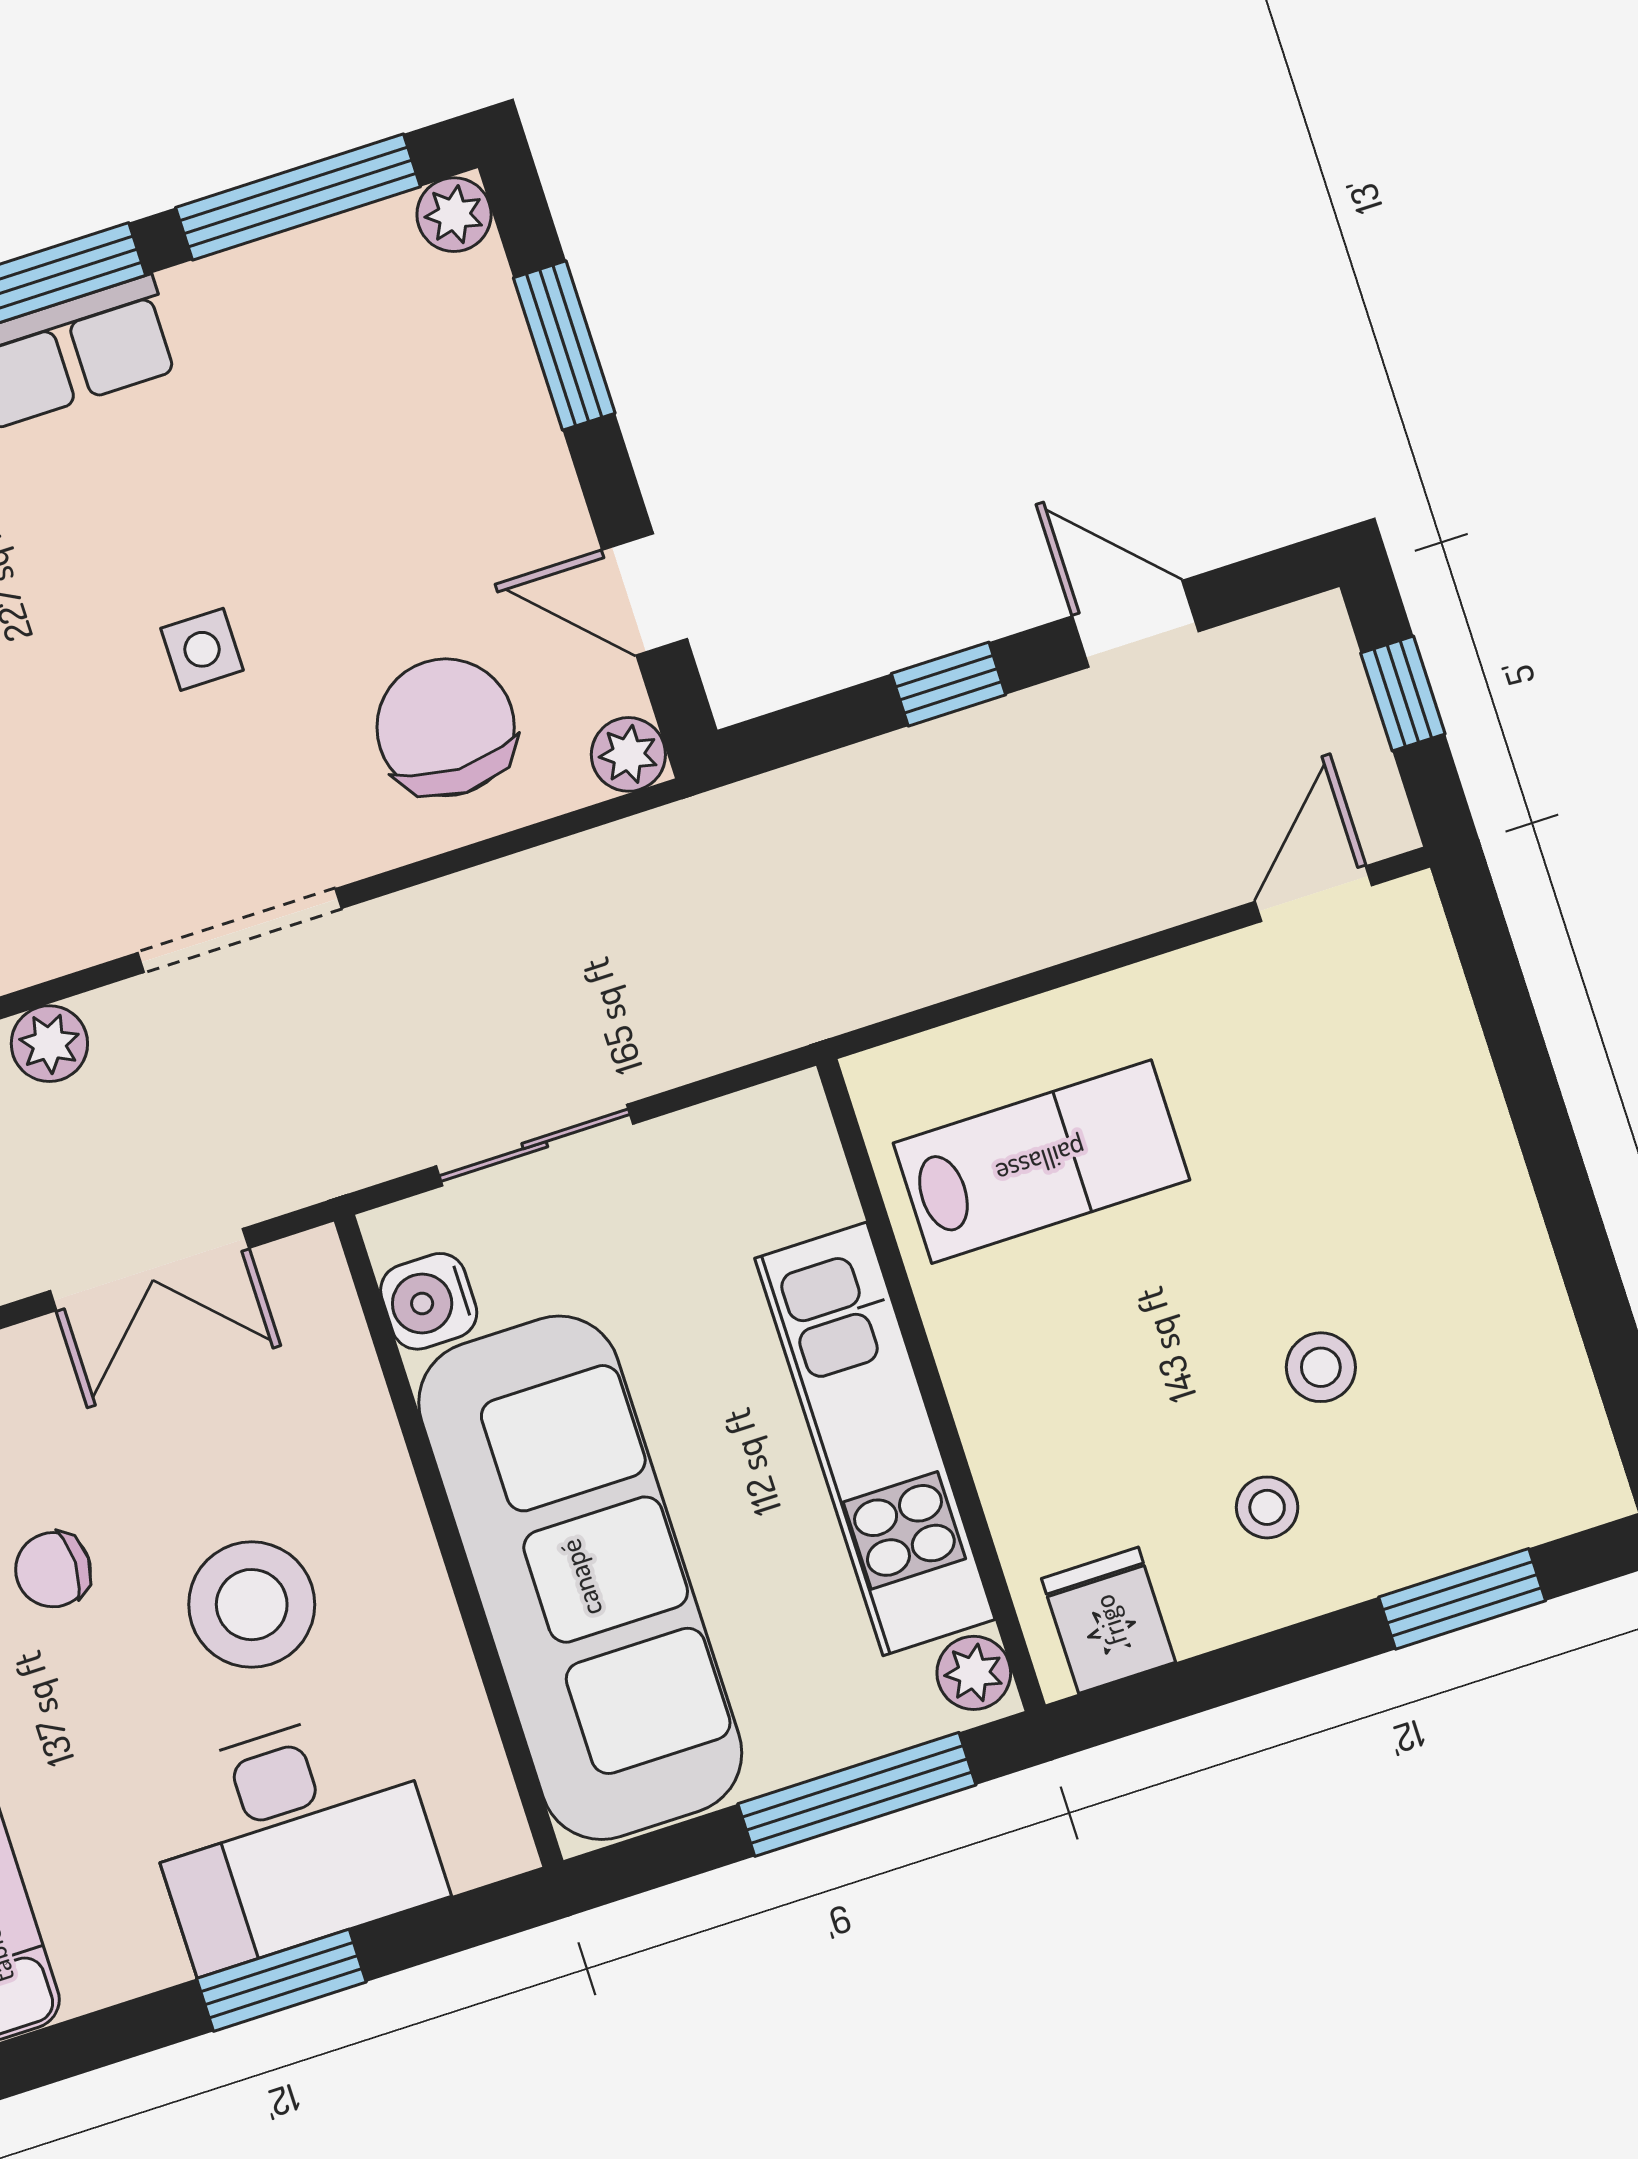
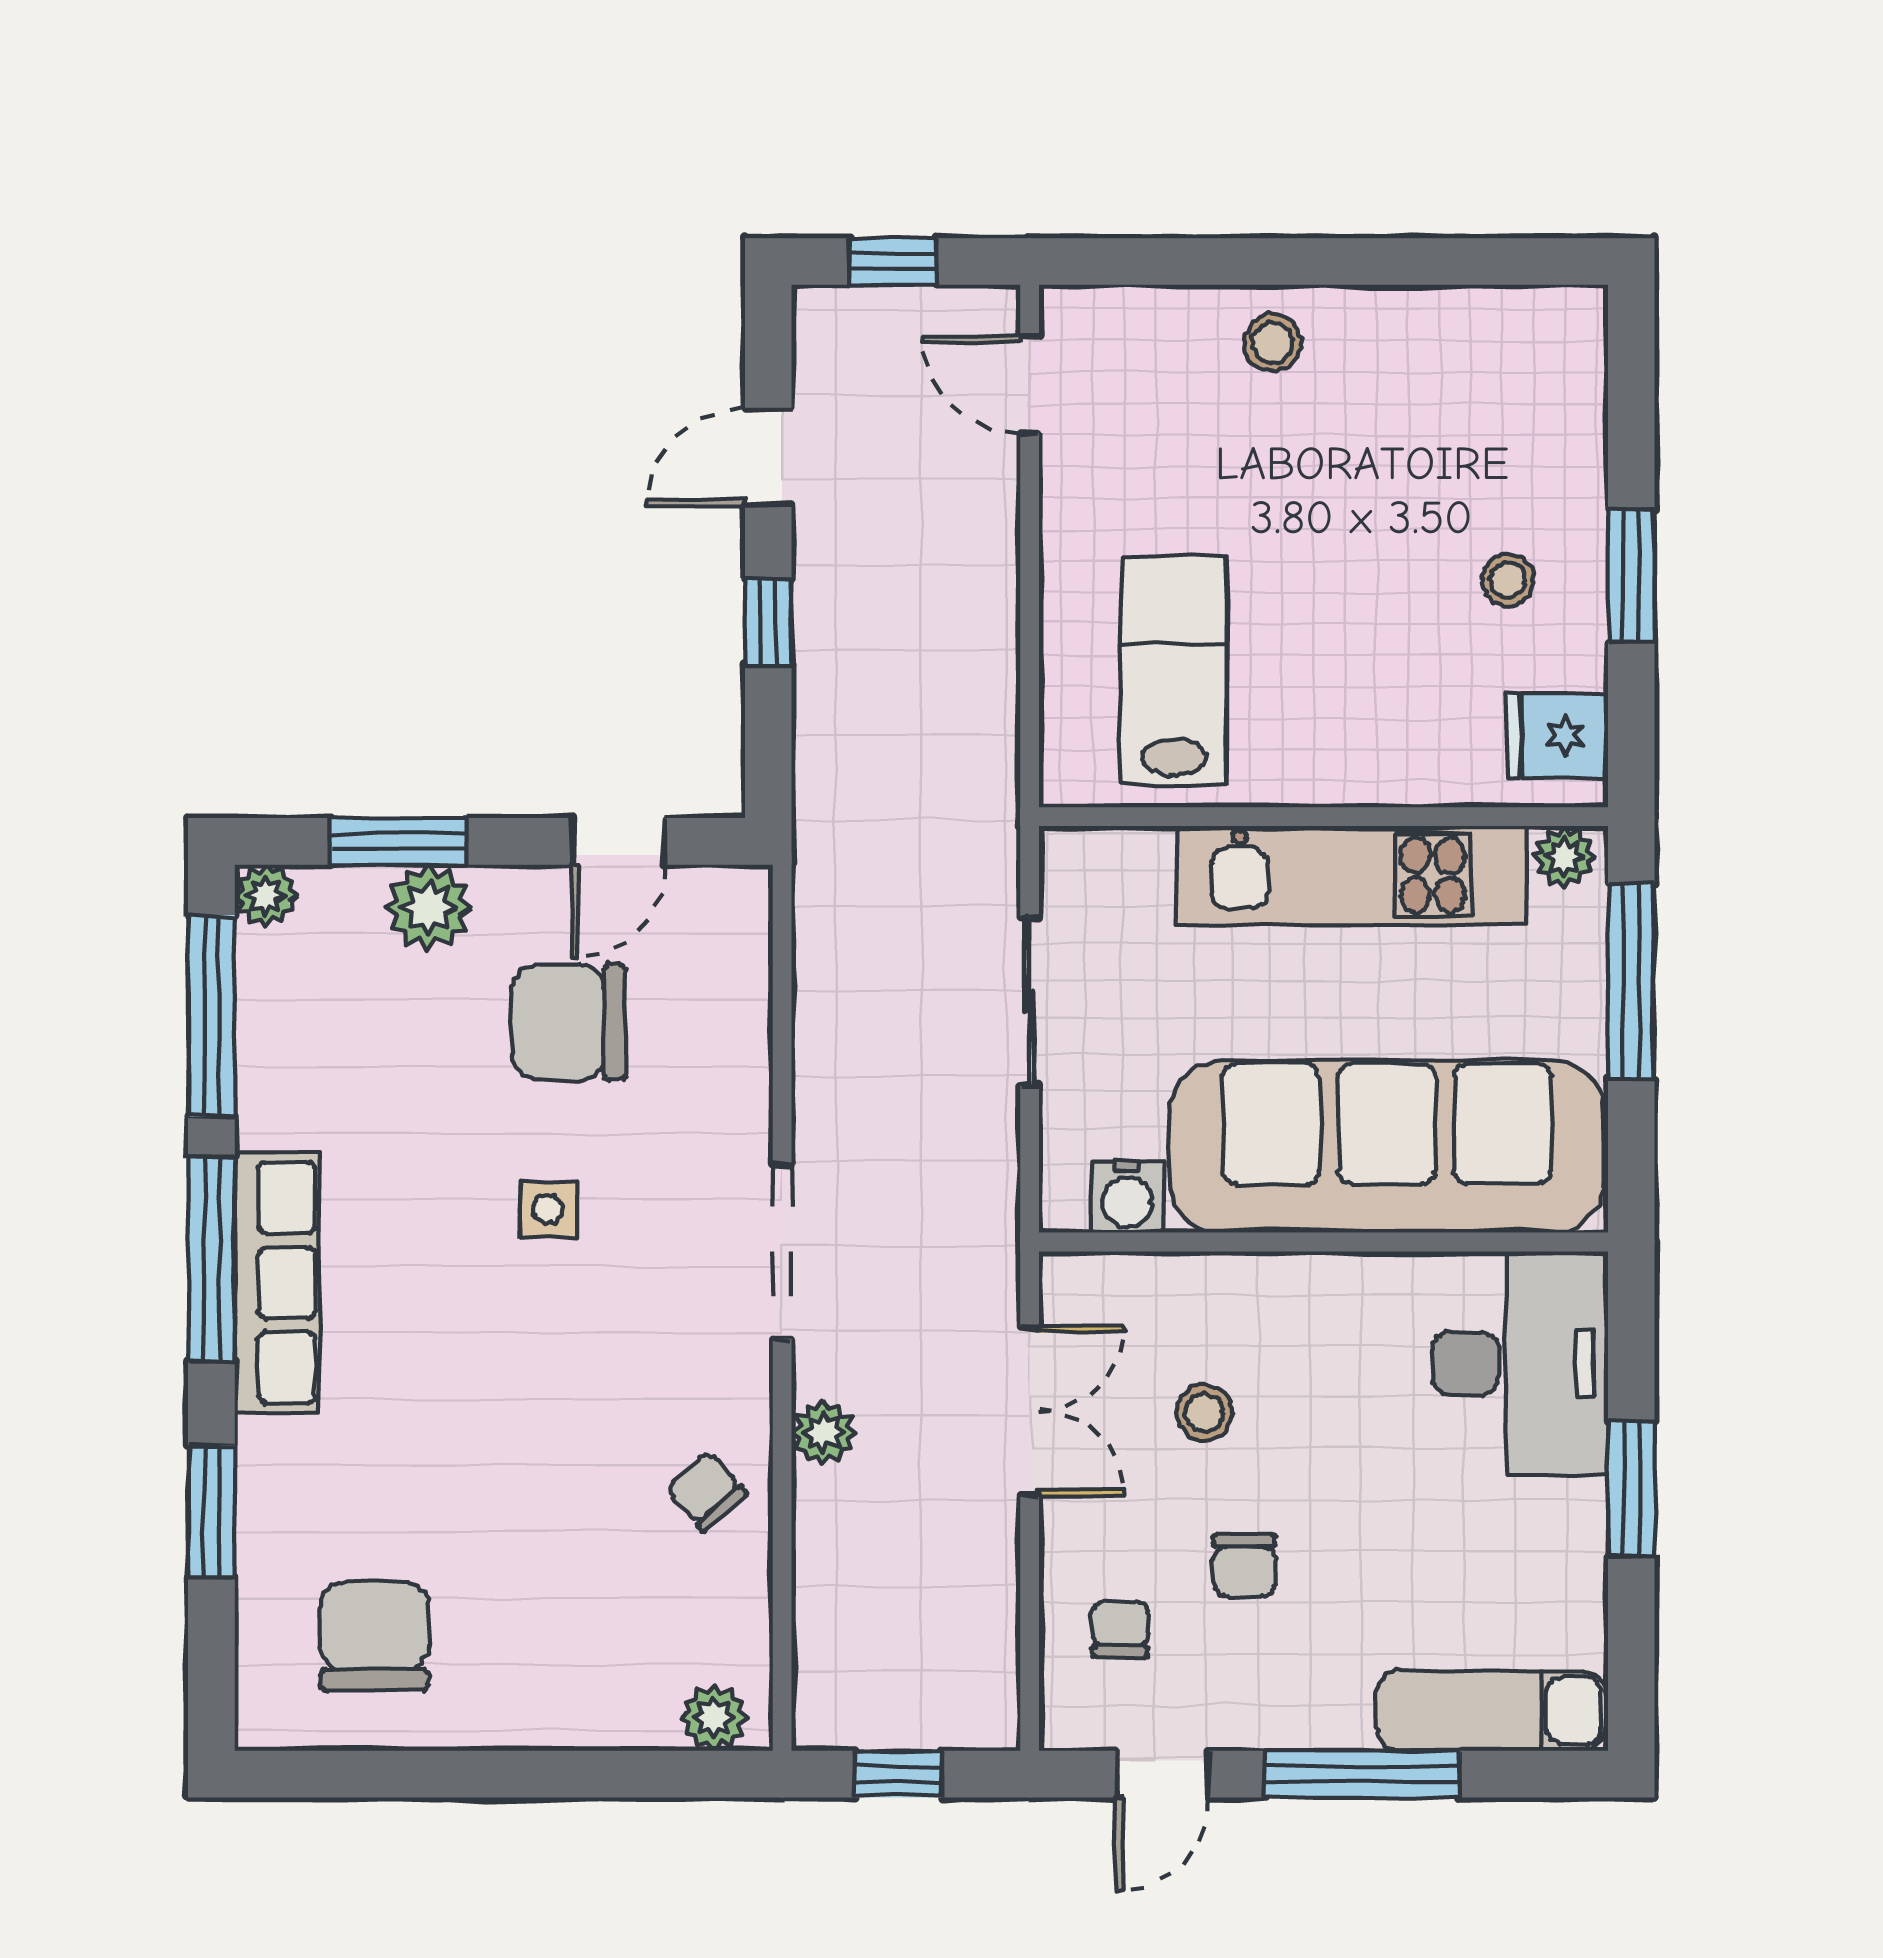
chair: (446, 727) -> (569, 1022), moved
plant: (628, 754) -> (429, 907), moved, width x1.38, depth x1.38
sliding door: (535, 1145) -> (1030, 1002), moved
stool: (1321, 1367) -> (1273, 343), moved
window: (1462, 1599) -> (1631, 576), moved
stool: (252, 1605) -> (1205, 1413), moved, width x0.53, depth x0.53
desk: (292, 1837) -> (1520, 1363), moved

